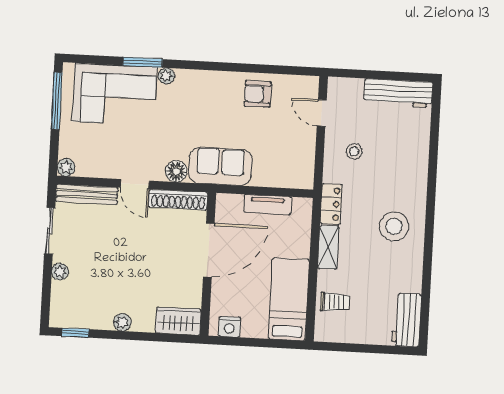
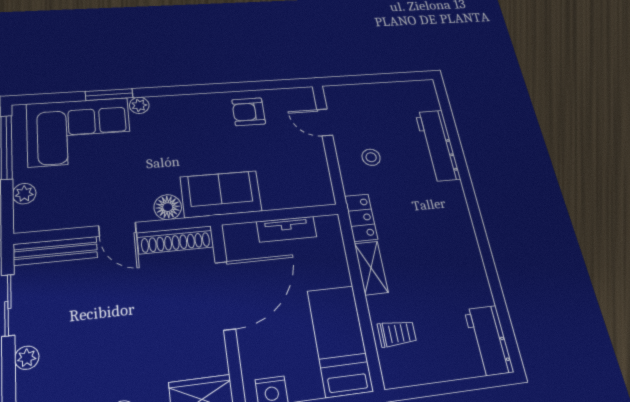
workbench: (398, 93) -> (438, 145), moved, turned 90
plant: (66, 167) -> (24, 194), moved
stool: (394, 226) -> (439, 232), removed

